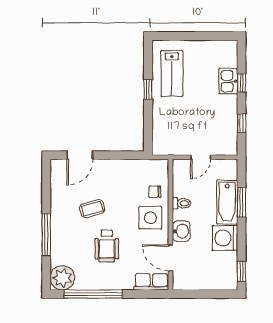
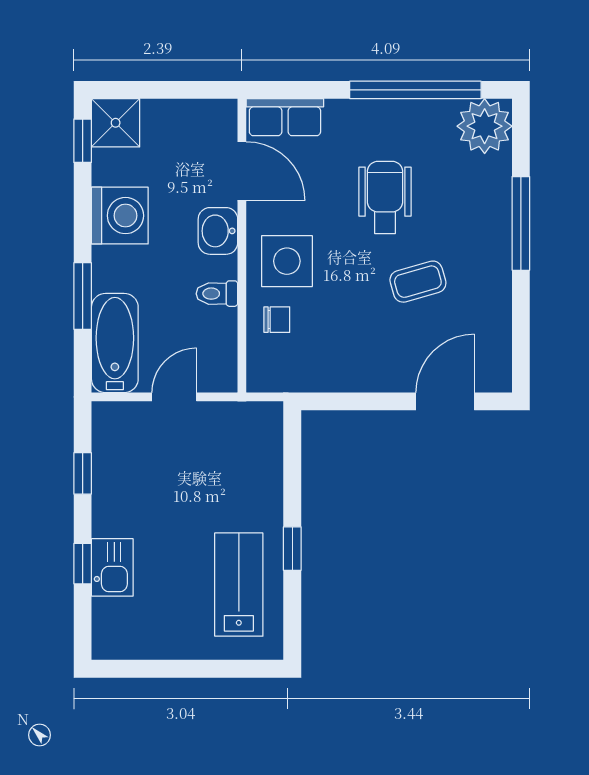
bathtub: (227, 202) -> (115, 343), moved
shower: (227, 279) -> (116, 123), added

